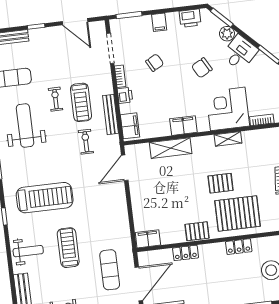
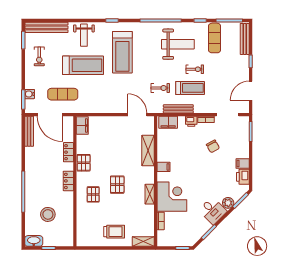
filing cabinet: (159, 22) -> (243, 164), moved
chair: (202, 68) -> (205, 181), removed
treadmill: (81, 102) -> (190, 88), turned 180
filing cabinet: (183, 126) -> (164, 167), width x0.50
pallet: (238, 213) -> (93, 194), width x0.49, depth x0.50
locker: (239, 247) -> (68, 181), moved
treadmill: (68, 248) -> (83, 65), width x1.37, depth x1.38

